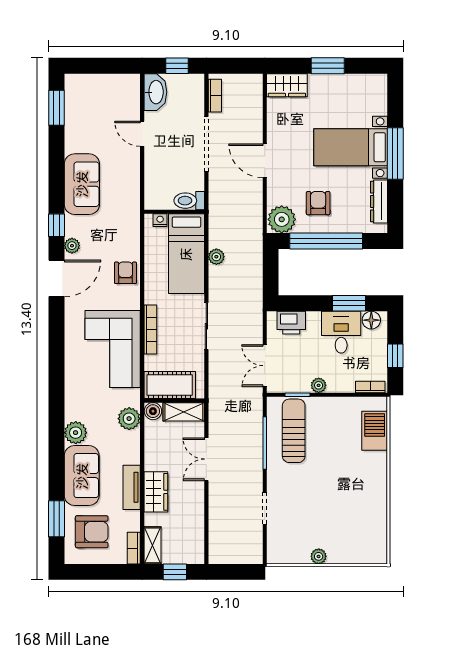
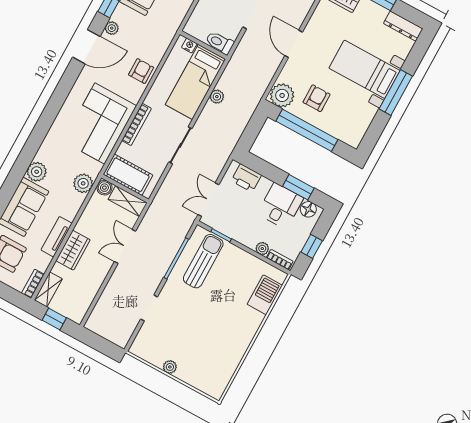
dresser: (379, 201) -> (403, 26), moved, turned -90
plant: (319, 385) -> (262, 249), moved

